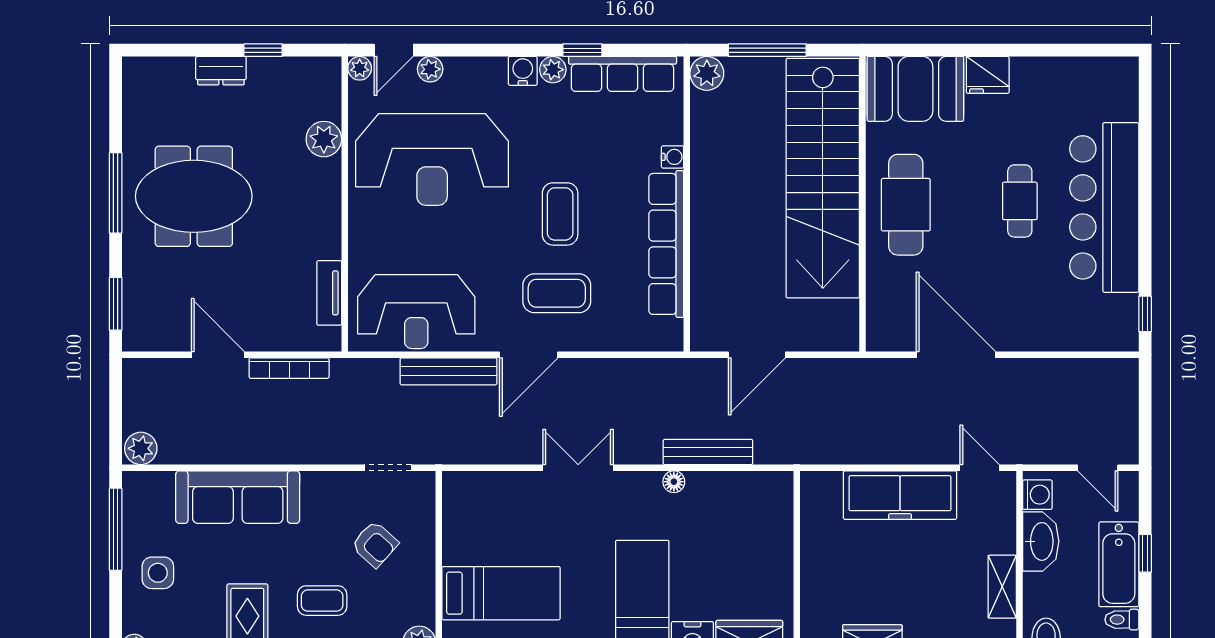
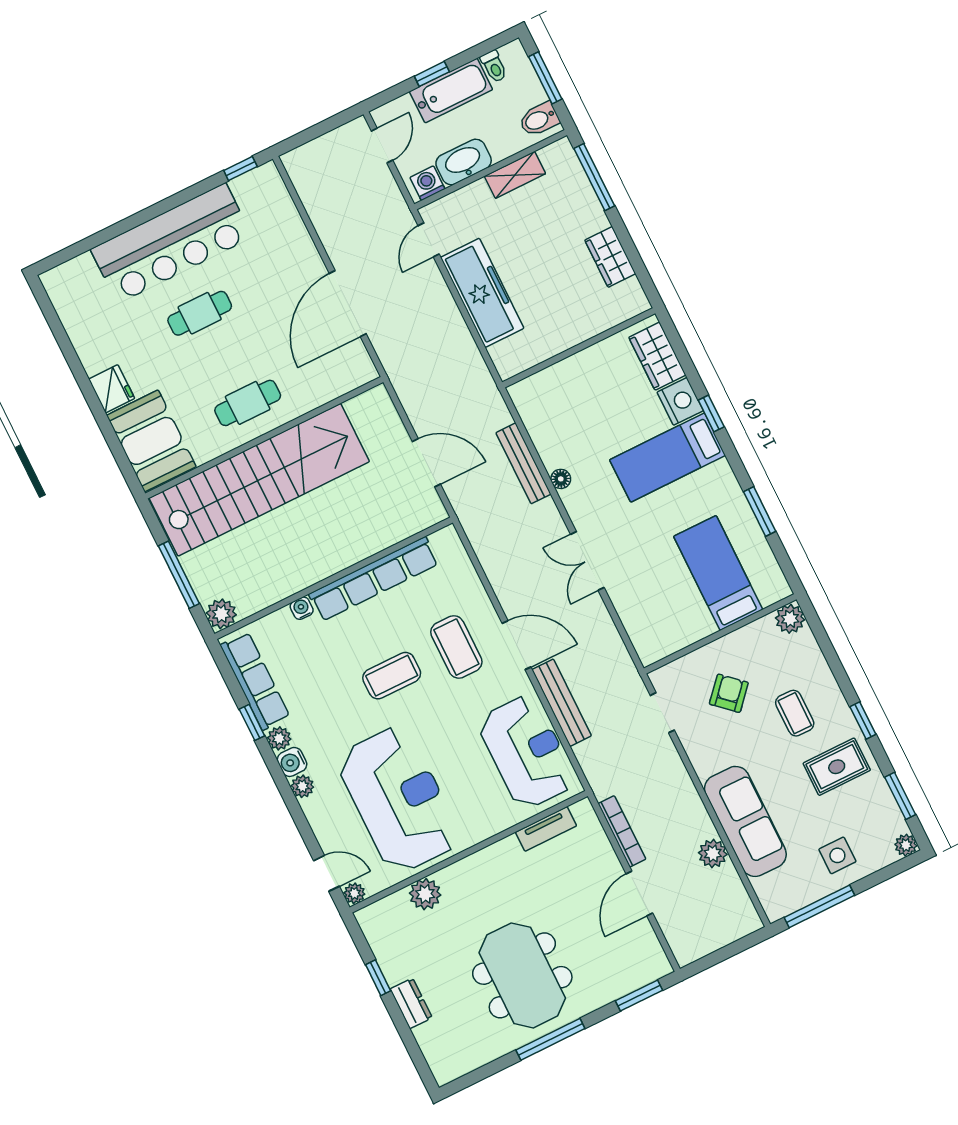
plant: (430, 69) -> (302, 786), moved
cafe table: (906, 205) -> (248, 403), width x0.73, depth x0.74
plant: (141, 448) -> (713, 854), moved

